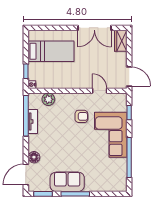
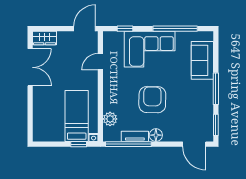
bed: (51, 51) -> (77, 116), moved
armchair: (81, 116) -> (152, 100), moved, width x1.88, depth x1.88
floor lamp: (34, 157) -> (156, 135), moved
sofa: (67, 182) -> (202, 60), moved

